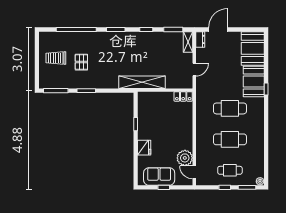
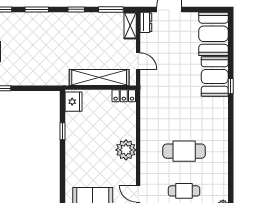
door: (194, 70) -> (138, 61), hinge flipped
shelving: (142, 82) -> (99, 77), moved
cafe table: (230, 108) -> (184, 111), removed
fridge: (144, 148) -> (74, 102), moved
plant: (185, 158) -> (126, 150), moved

